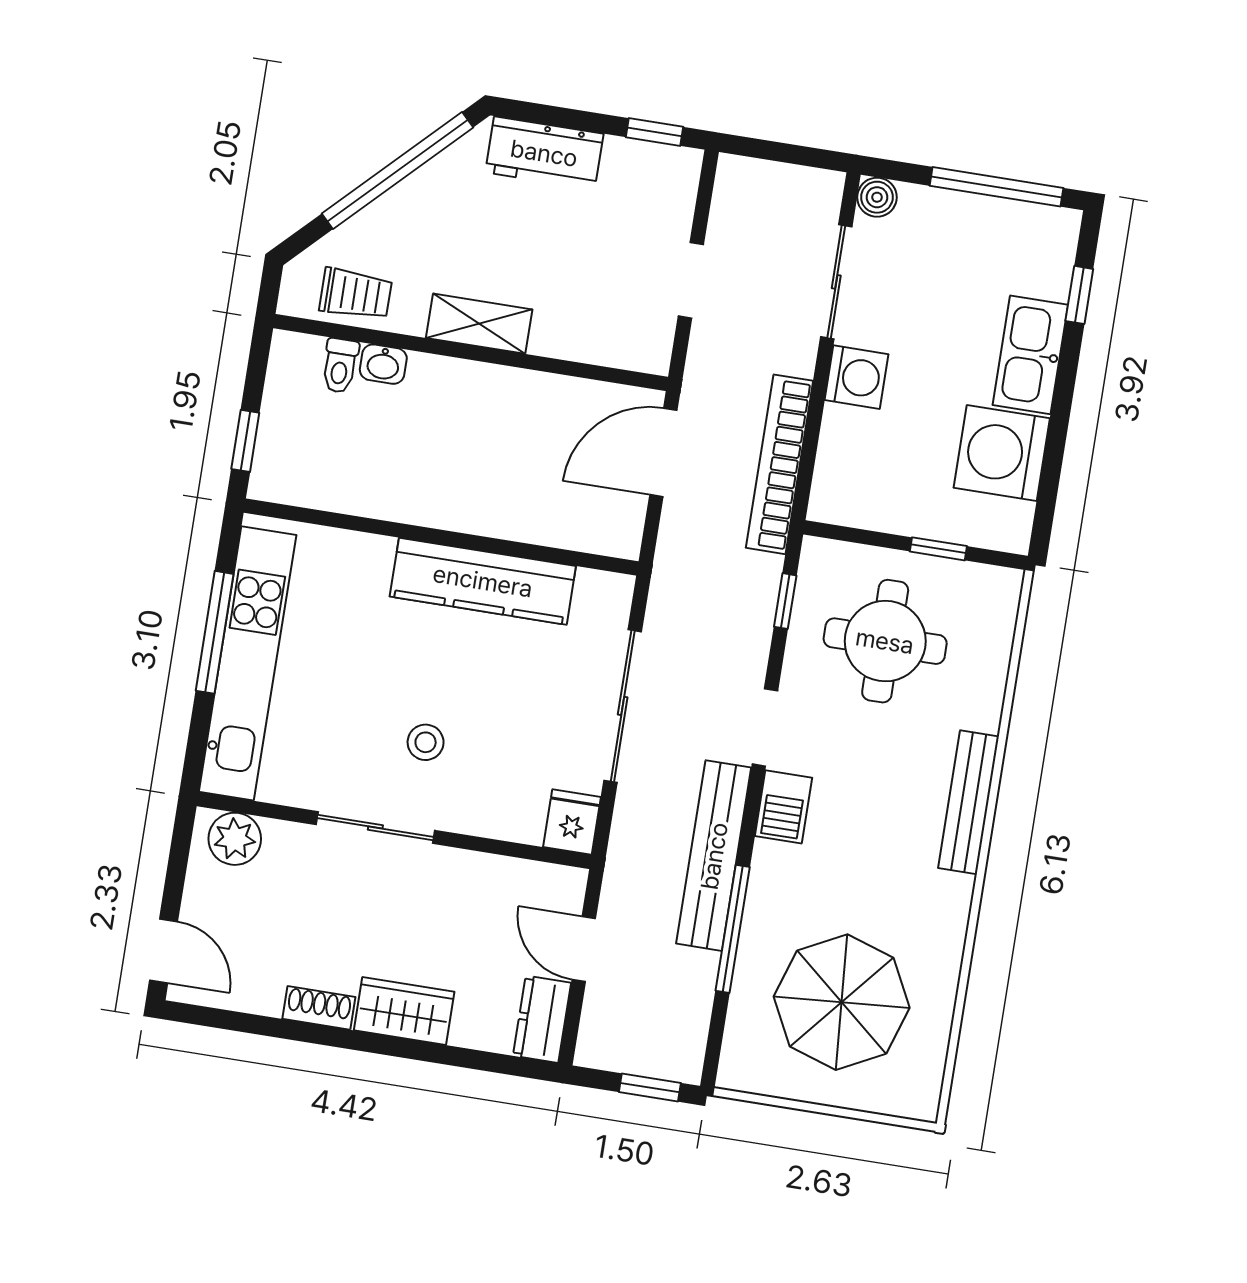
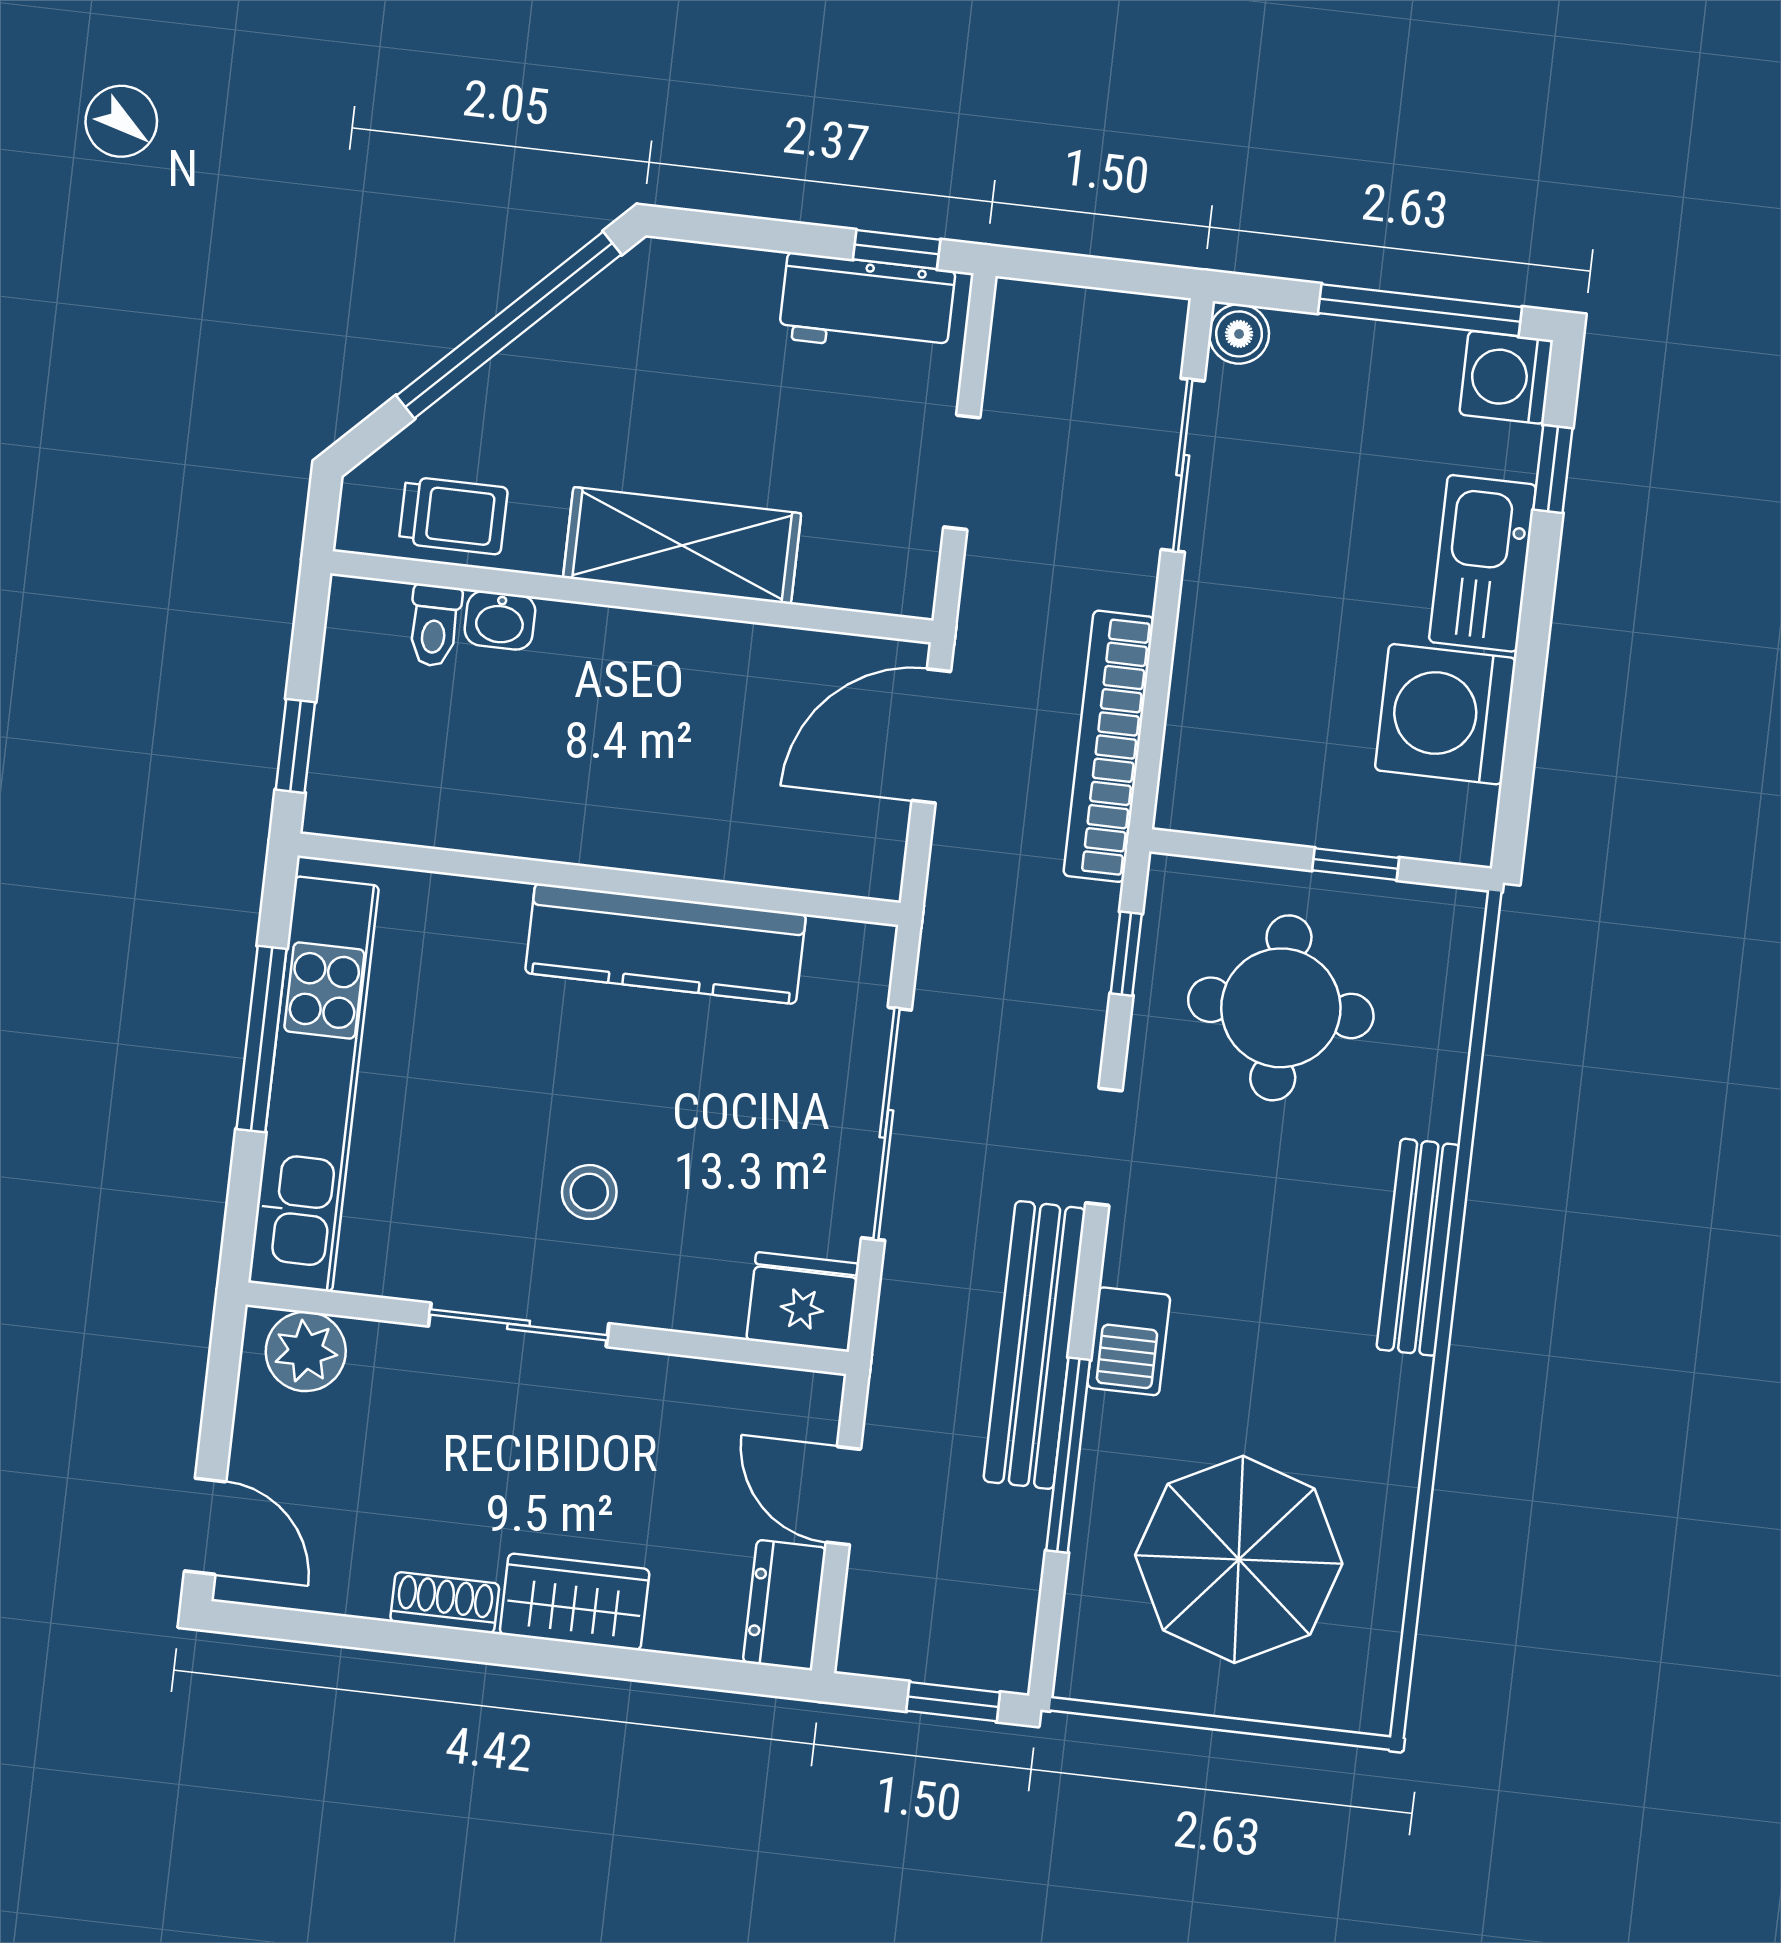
workbench: (544, 153) -> (867, 305), moved
shelving: (479, 324) -> (682, 545), width x1.50, depth x1.33
washing machine: (856, 377) -> (1506, 377), moved, turned 180
barbecue: (783, 807) -> (1129, 1341), moved
fridge: (572, 822) -> (803, 1302), width x1.38

